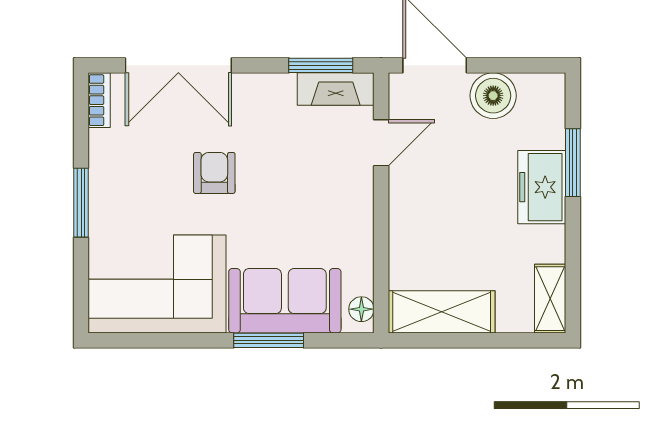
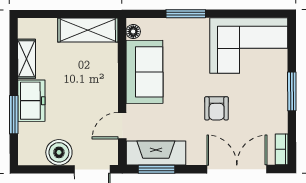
fireplace: (336, 89) -> (156, 153), width x1.37, depth x1.32
shelving: (550, 299) -> (27, 59), moved
sofa: (285, 301) -> (144, 72), moved, turned -90

